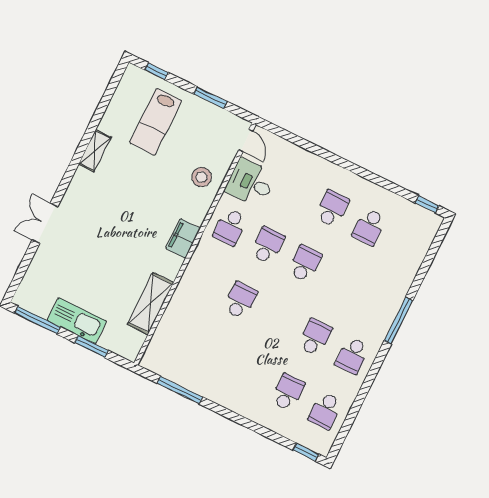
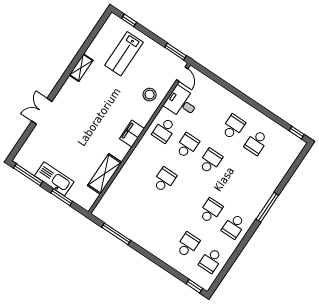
window: (210, 98) -> (175, 51), moved

